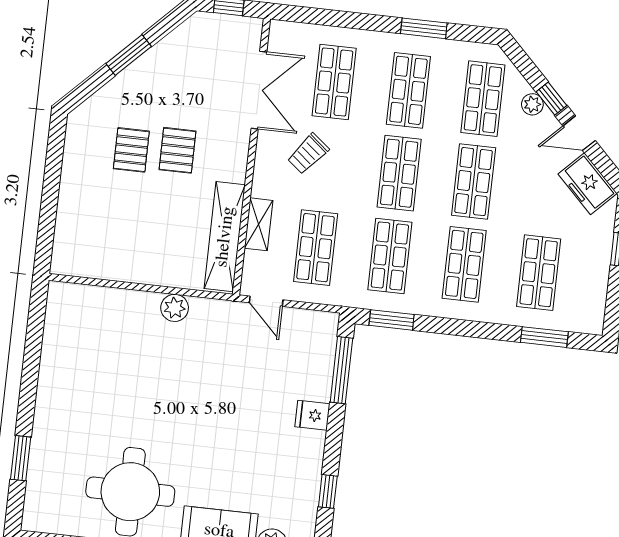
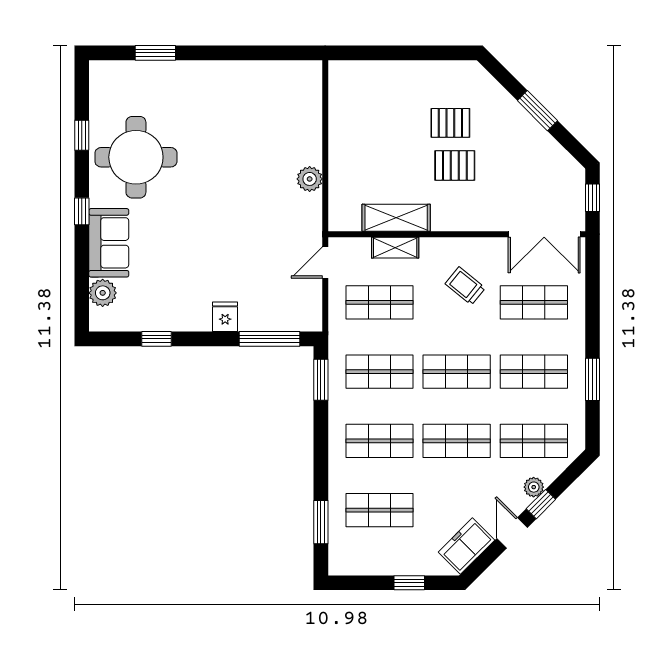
double door: (259, 90) -> (544, 234), moved
shelving: (225, 237) -> (396, 218), width x0.68

